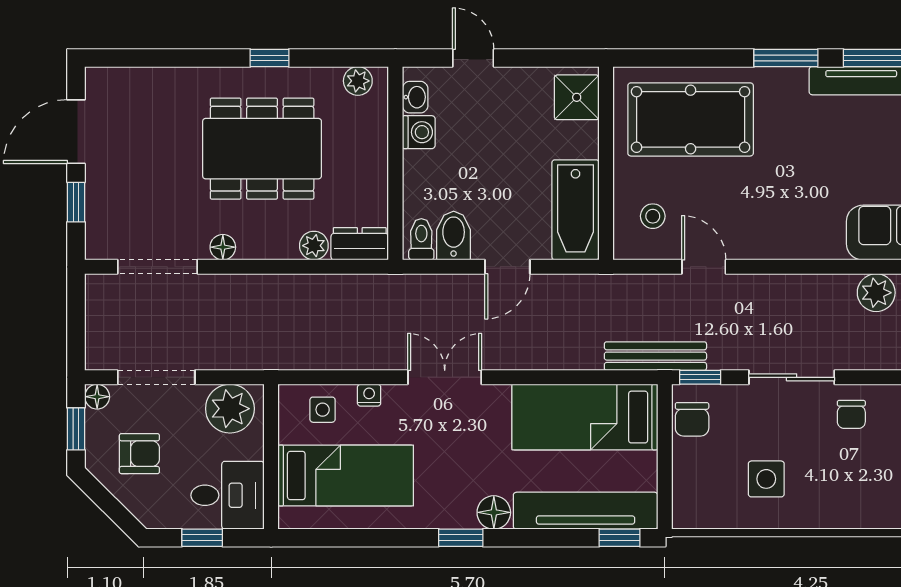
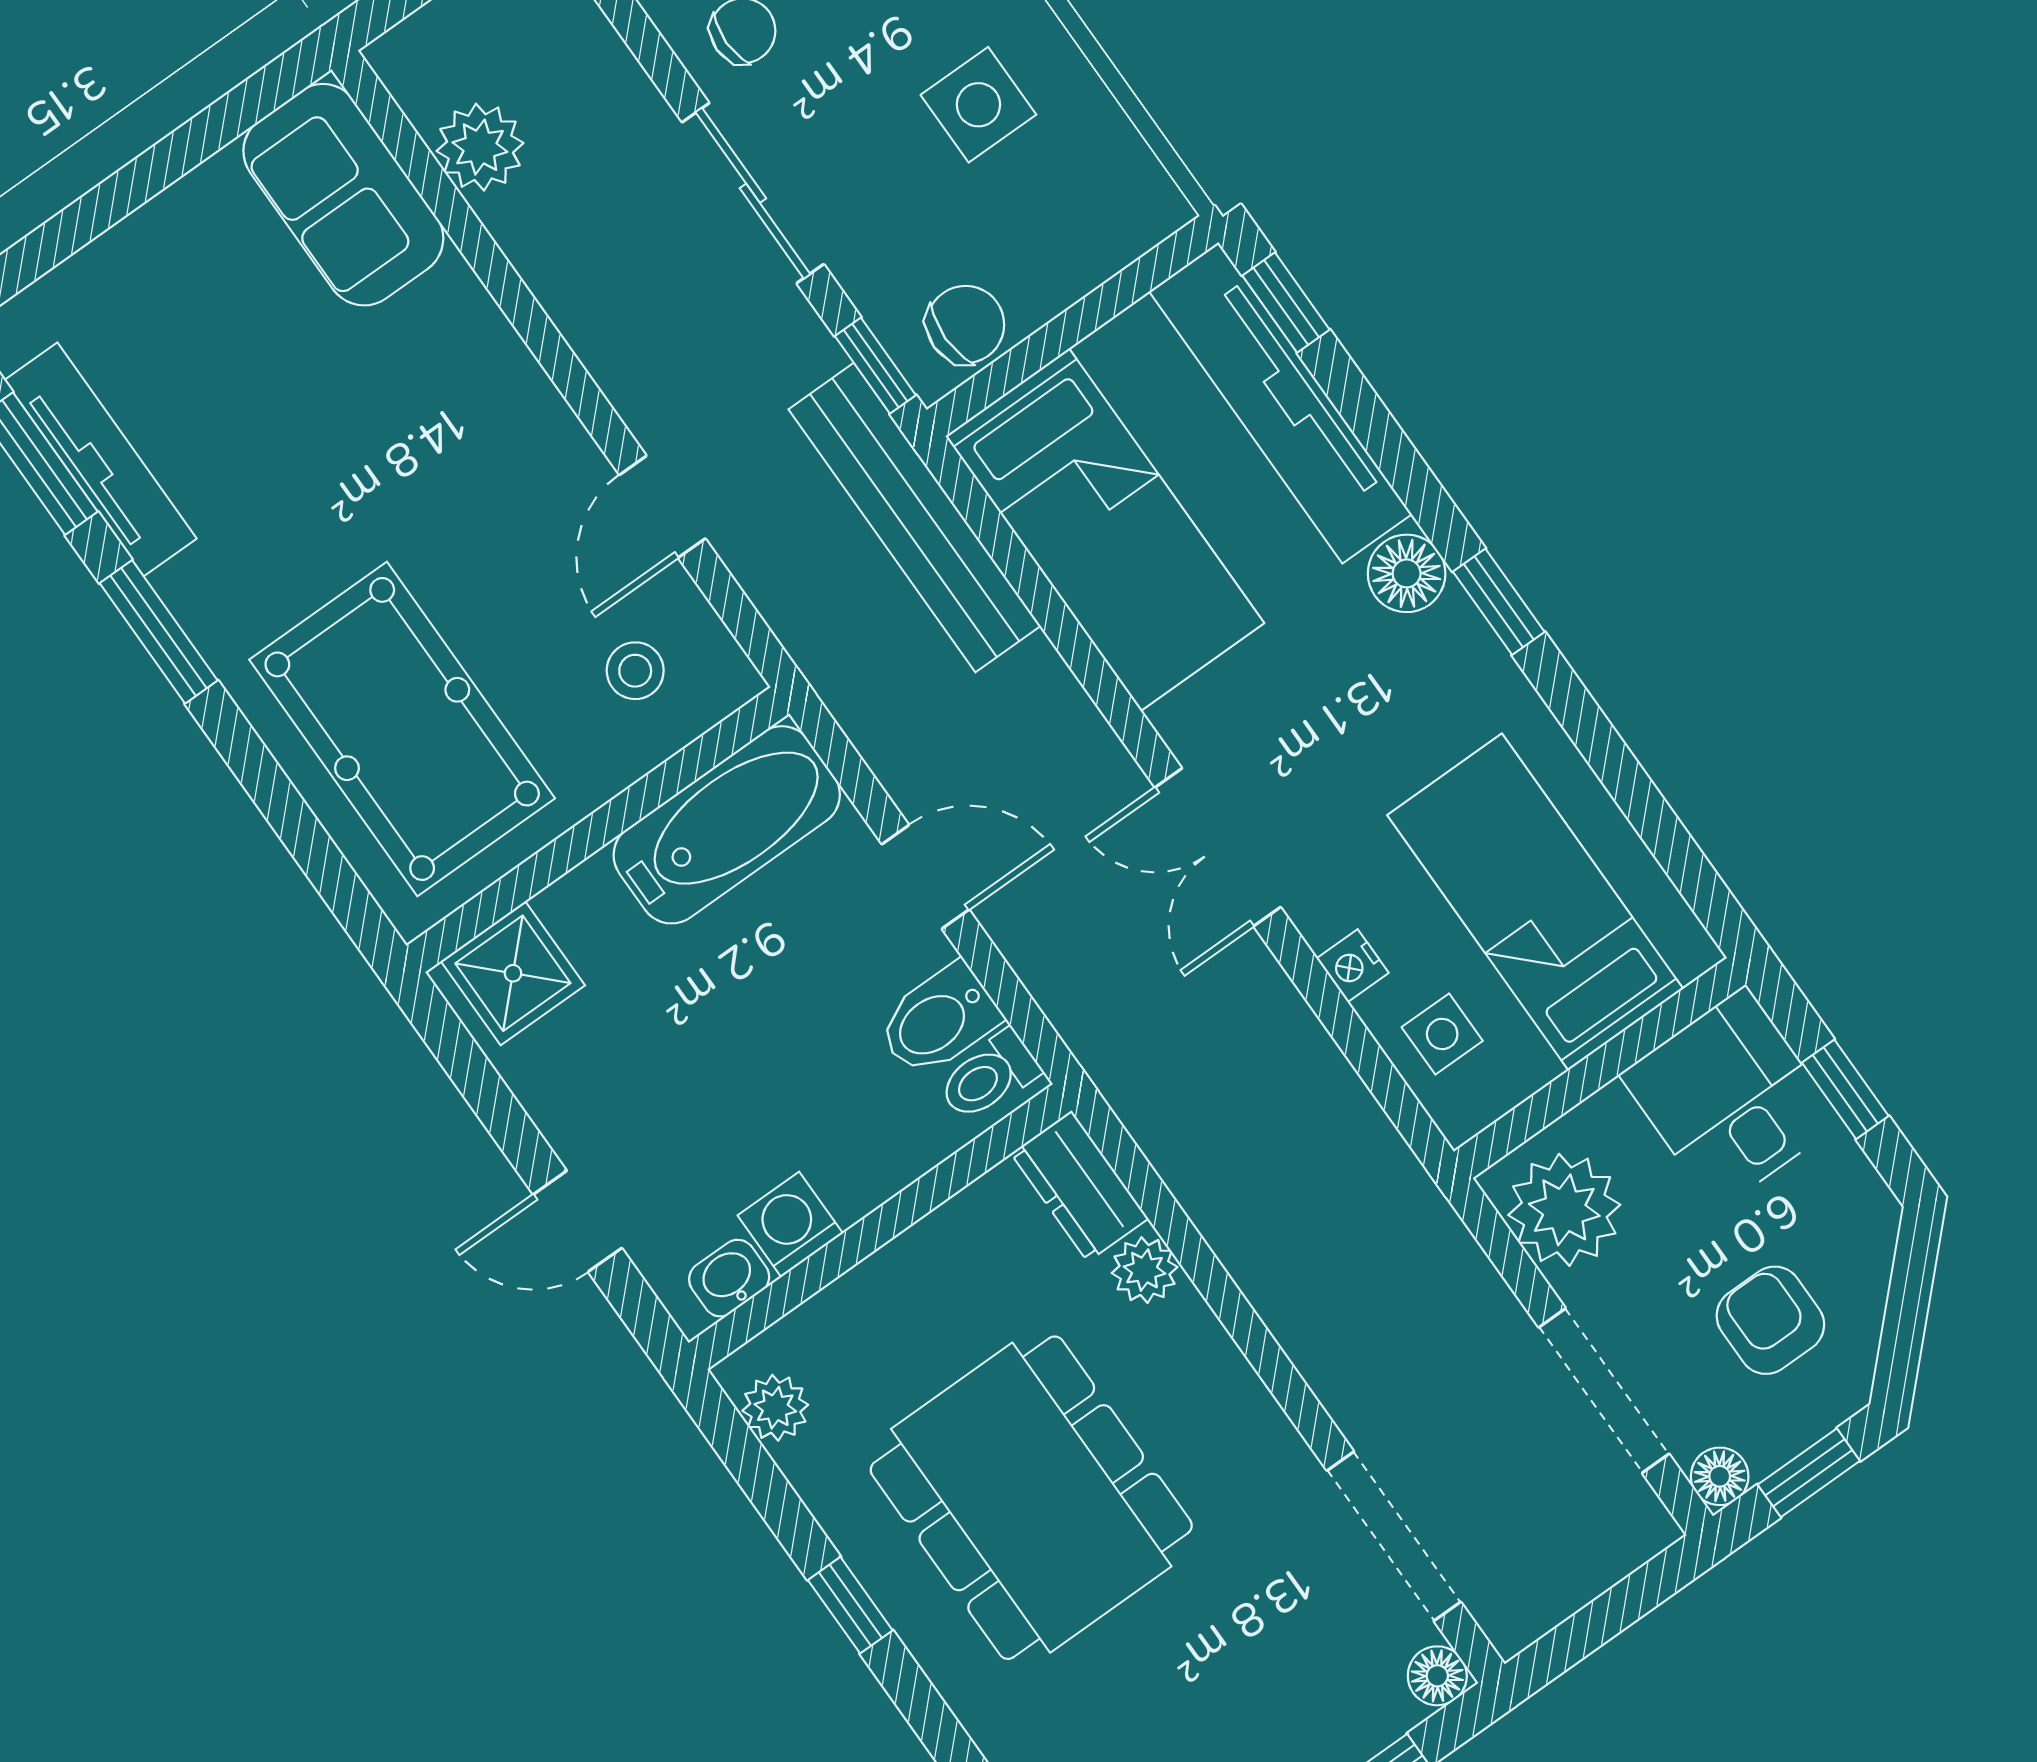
door: (473, 58) -> (577, 1221), hinge flipped
floor lamp: (223, 247) -> (1437, 1676), moved
bench: (655, 356) -> (915, 518), width x1.37, depth x1.21

